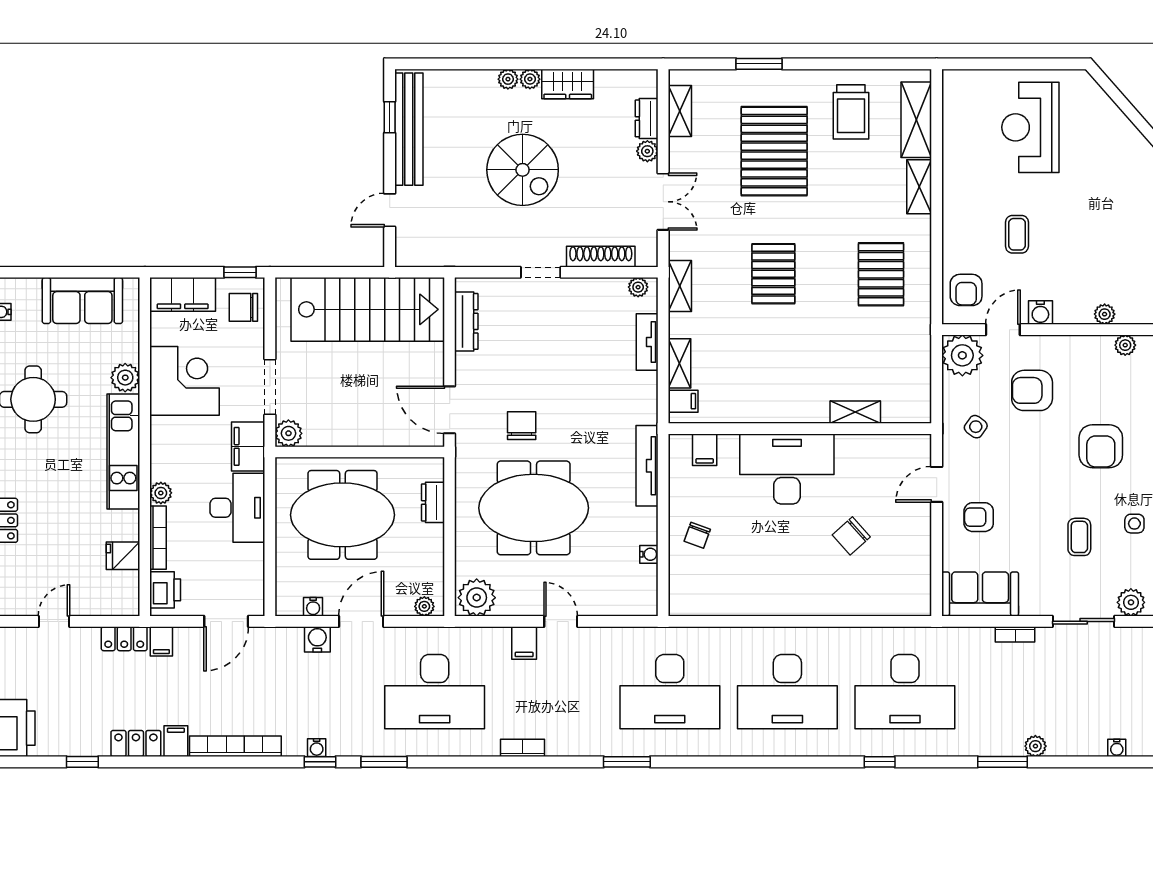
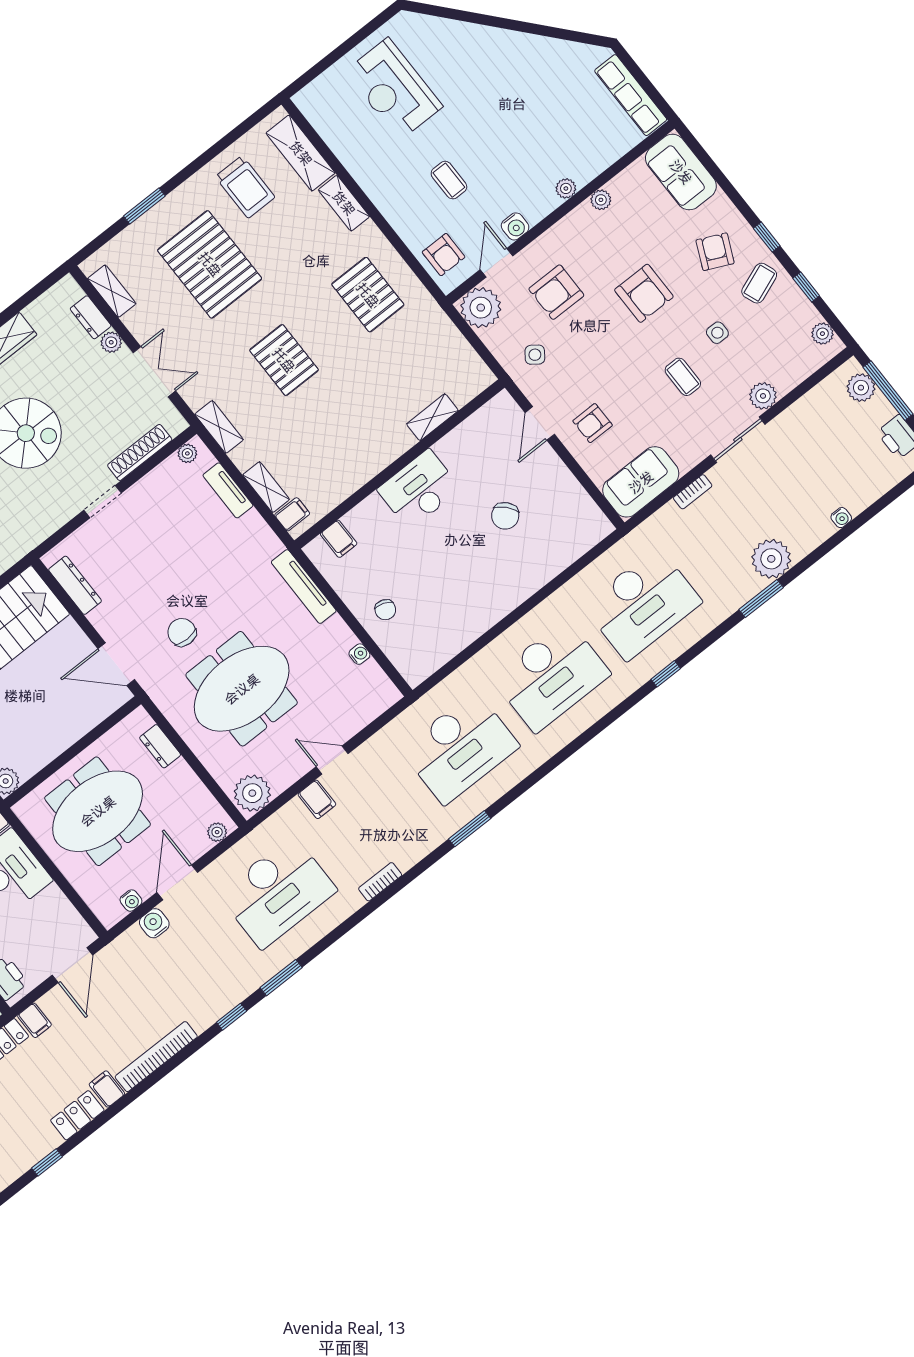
desk: (787, 469) -> (419, 489), width x0.73, depth x0.77
plant: (1035, 746) -> (771, 559), width x1.88, depth x1.88
water cooler: (317, 748) -> (220, 1008), removed

